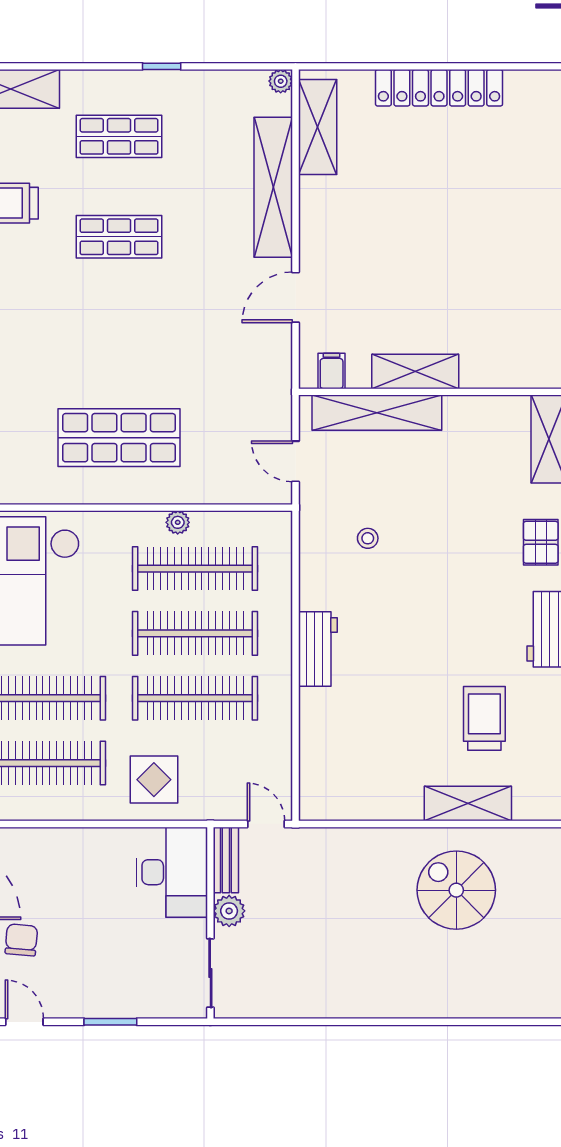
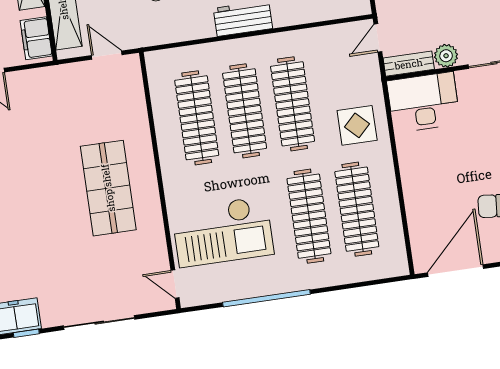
filing cabinet: (332, 371) -> (36, 38), width x2.00
door: (295, 461) -> (107, 55), swing flipped
plant: (178, 522) -> (164, 136), removed

